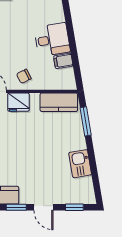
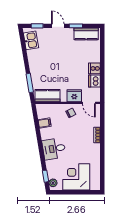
desk: (52, 40) -> (54, 149), moved
kitchen sink: (80, 164) -> (31, 40), moved

